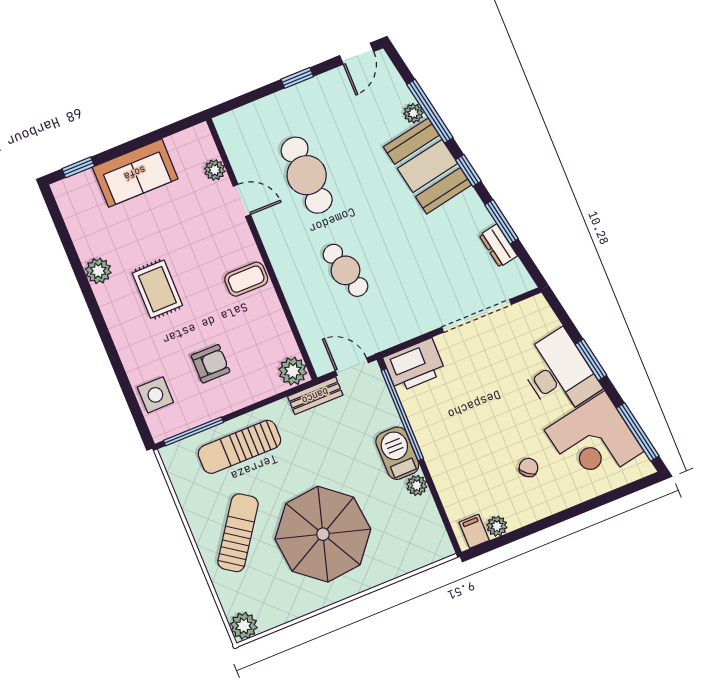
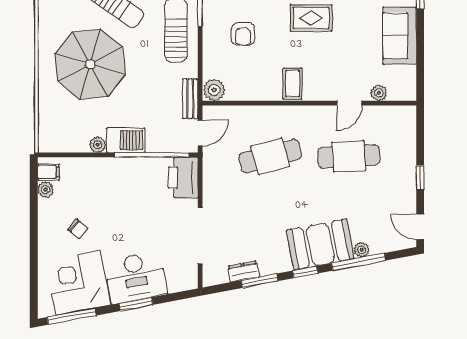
cafe table: (345, 270) -> (270, 156), width x1.37, depth x1.35

